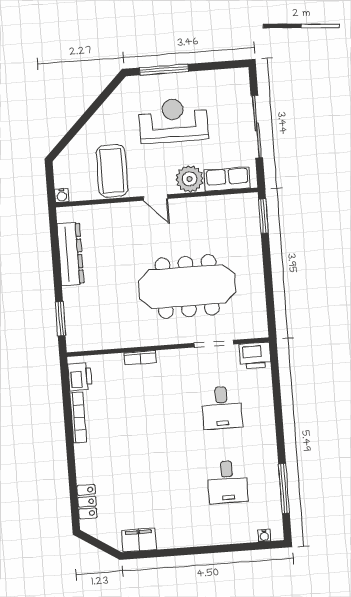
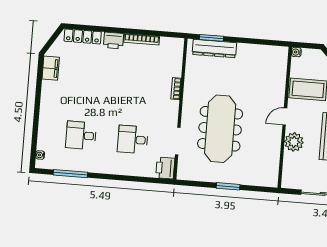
row of seats: (227, 179) -> (290, 168), removed
window: (263, 216) -> (228, 186), moved
dresser: (71, 254) -> (214, 49), moved
printer: (80, 377) -> (114, 41), moved
locker: (87, 502) -> (83, 36), width x1.53

